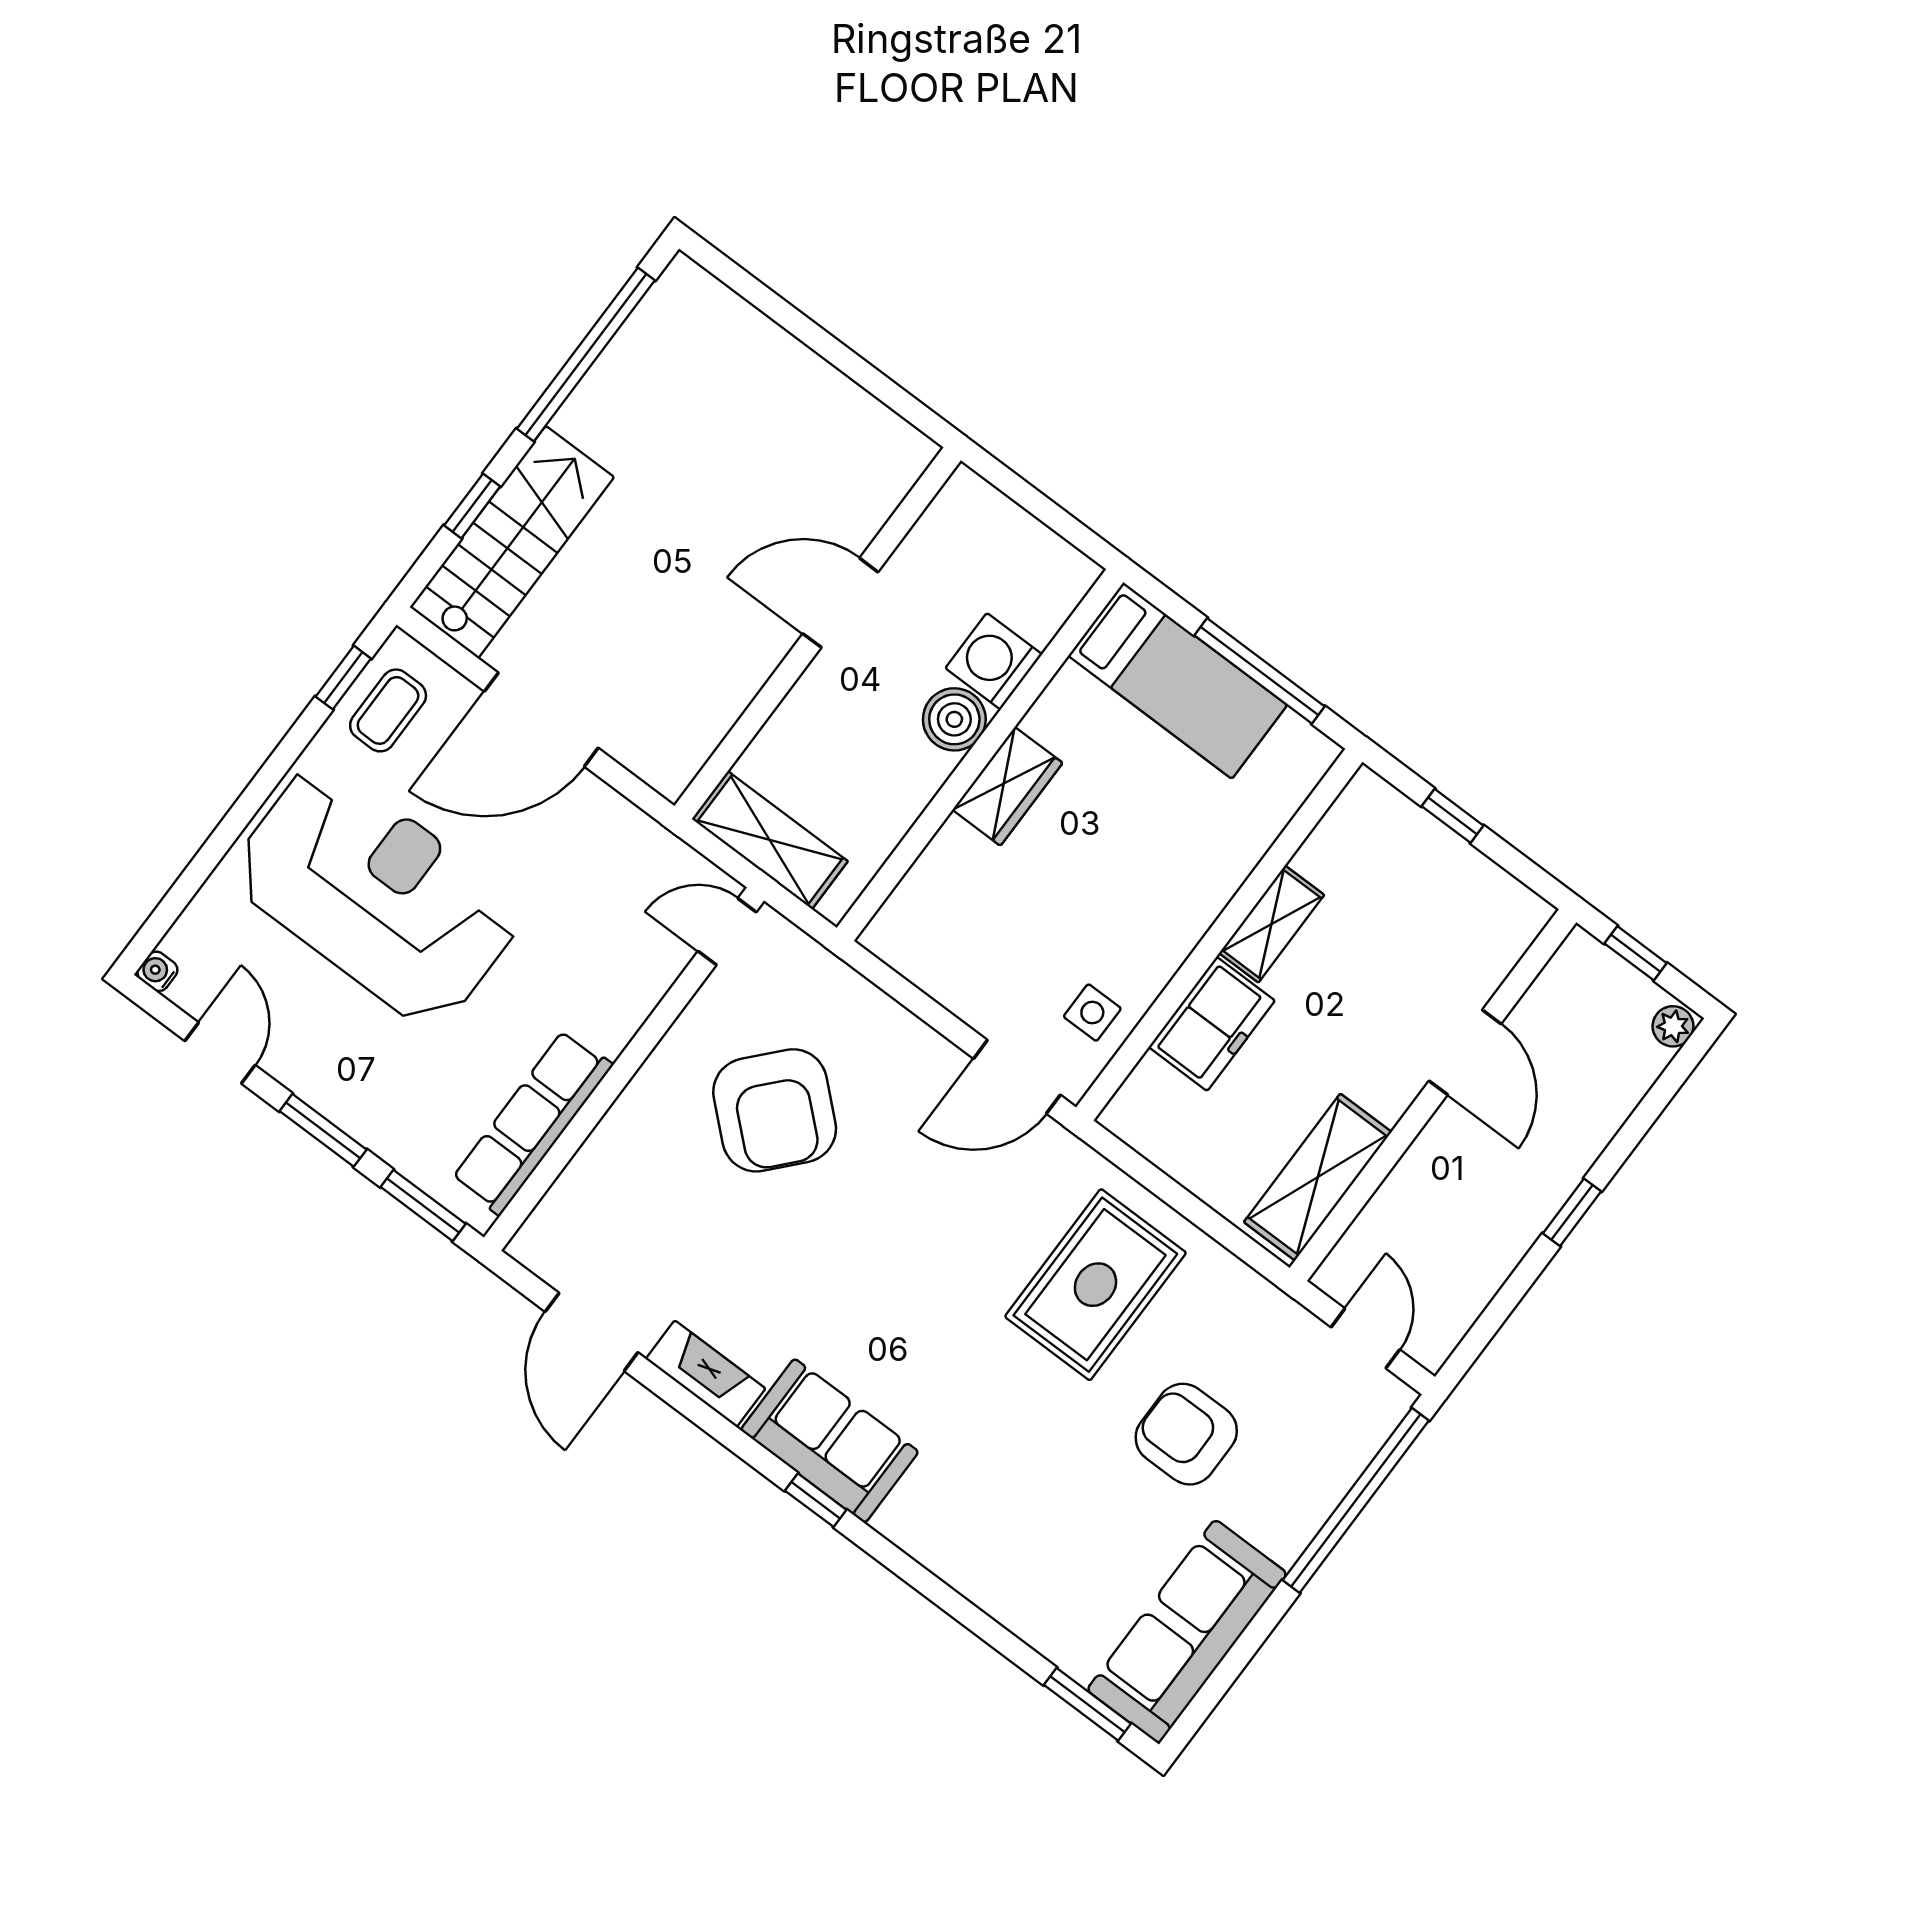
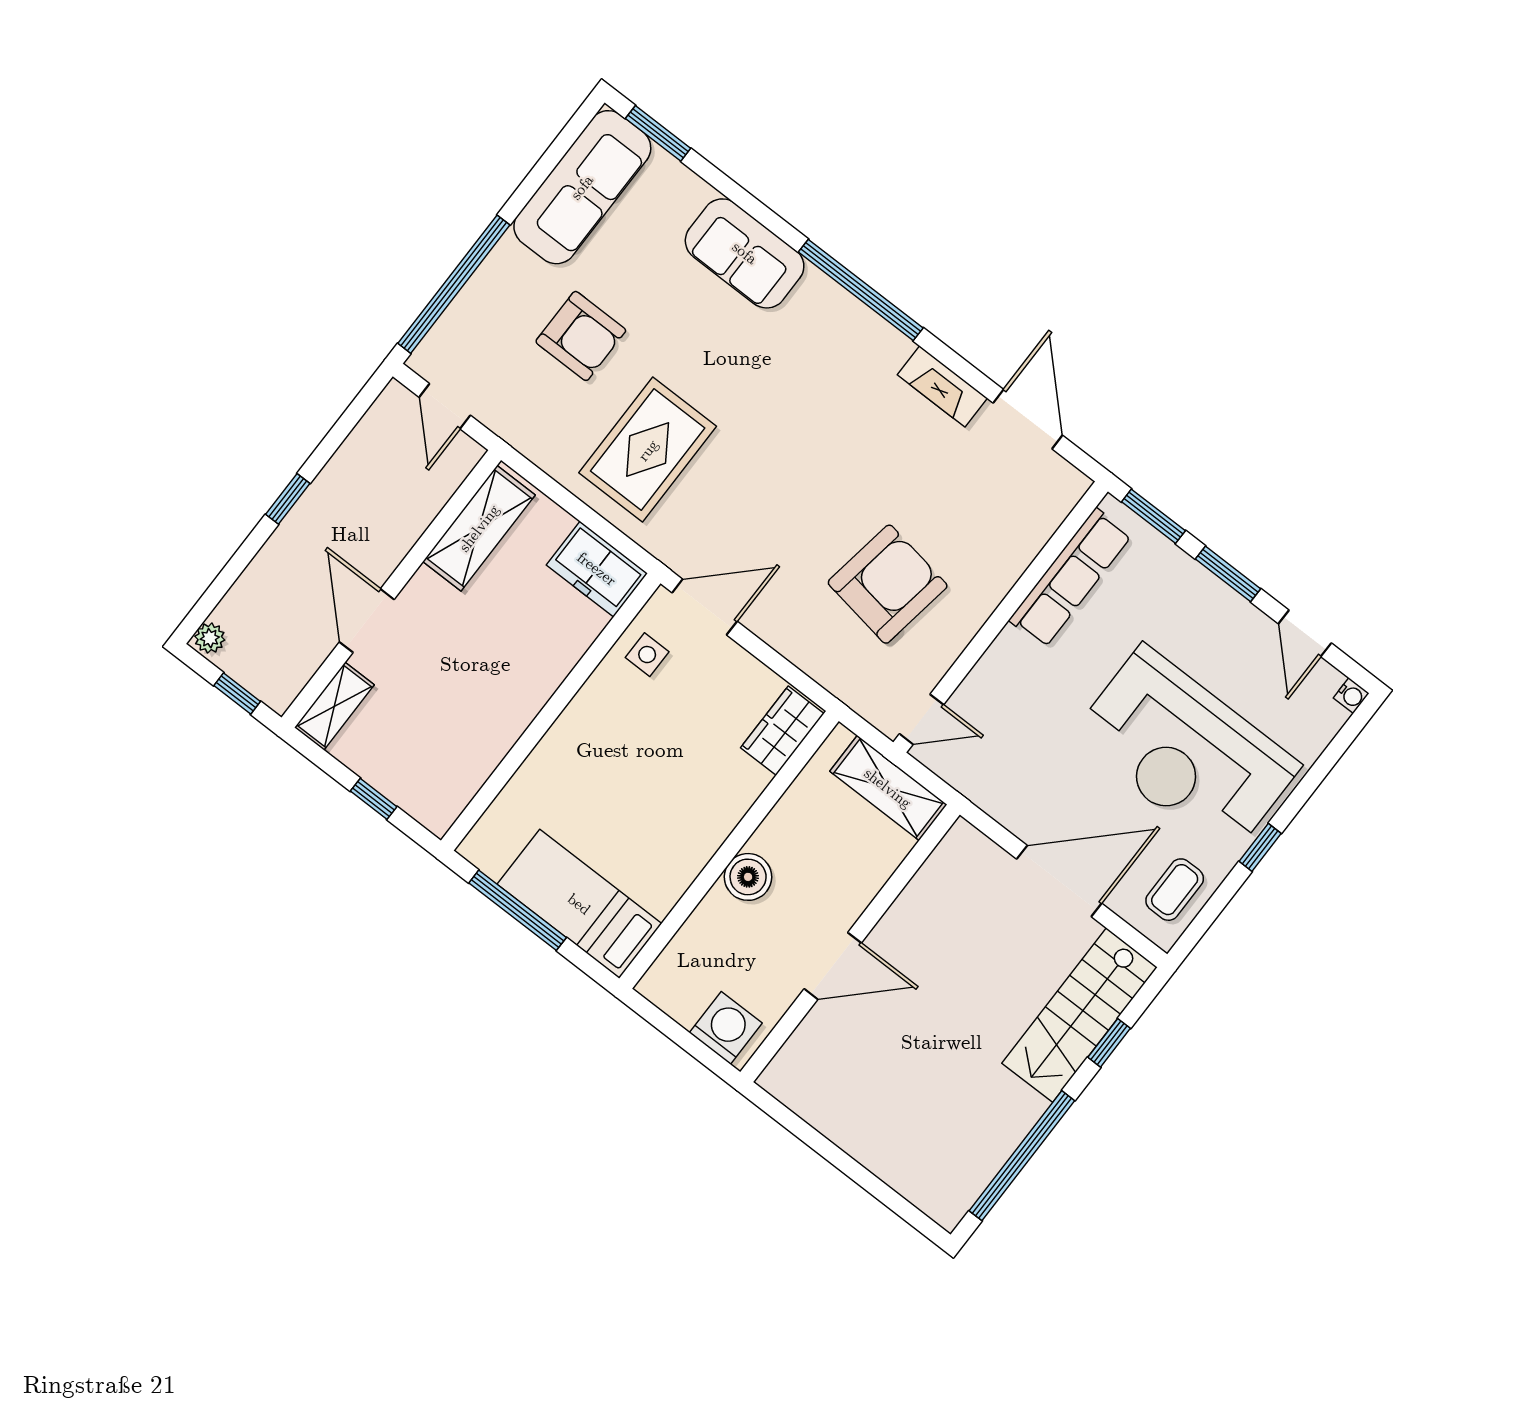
washing machine: (994, 661) -> (726, 1028), moved, turned -90
window: (343, 678) -> (1260, 847), moved
wardrobe: (1008, 786) -> (782, 731), moved
shelving: (1272, 924) -> (334, 706), moved
freezer: (1212, 1024) -> (597, 569), moved, turned -90
armchair: (775, 1110) -> (888, 584), turned 57
sofa: (830, 1441) -> (745, 253), moved
window: (816, 1500) -> (861, 290), width x3.17

